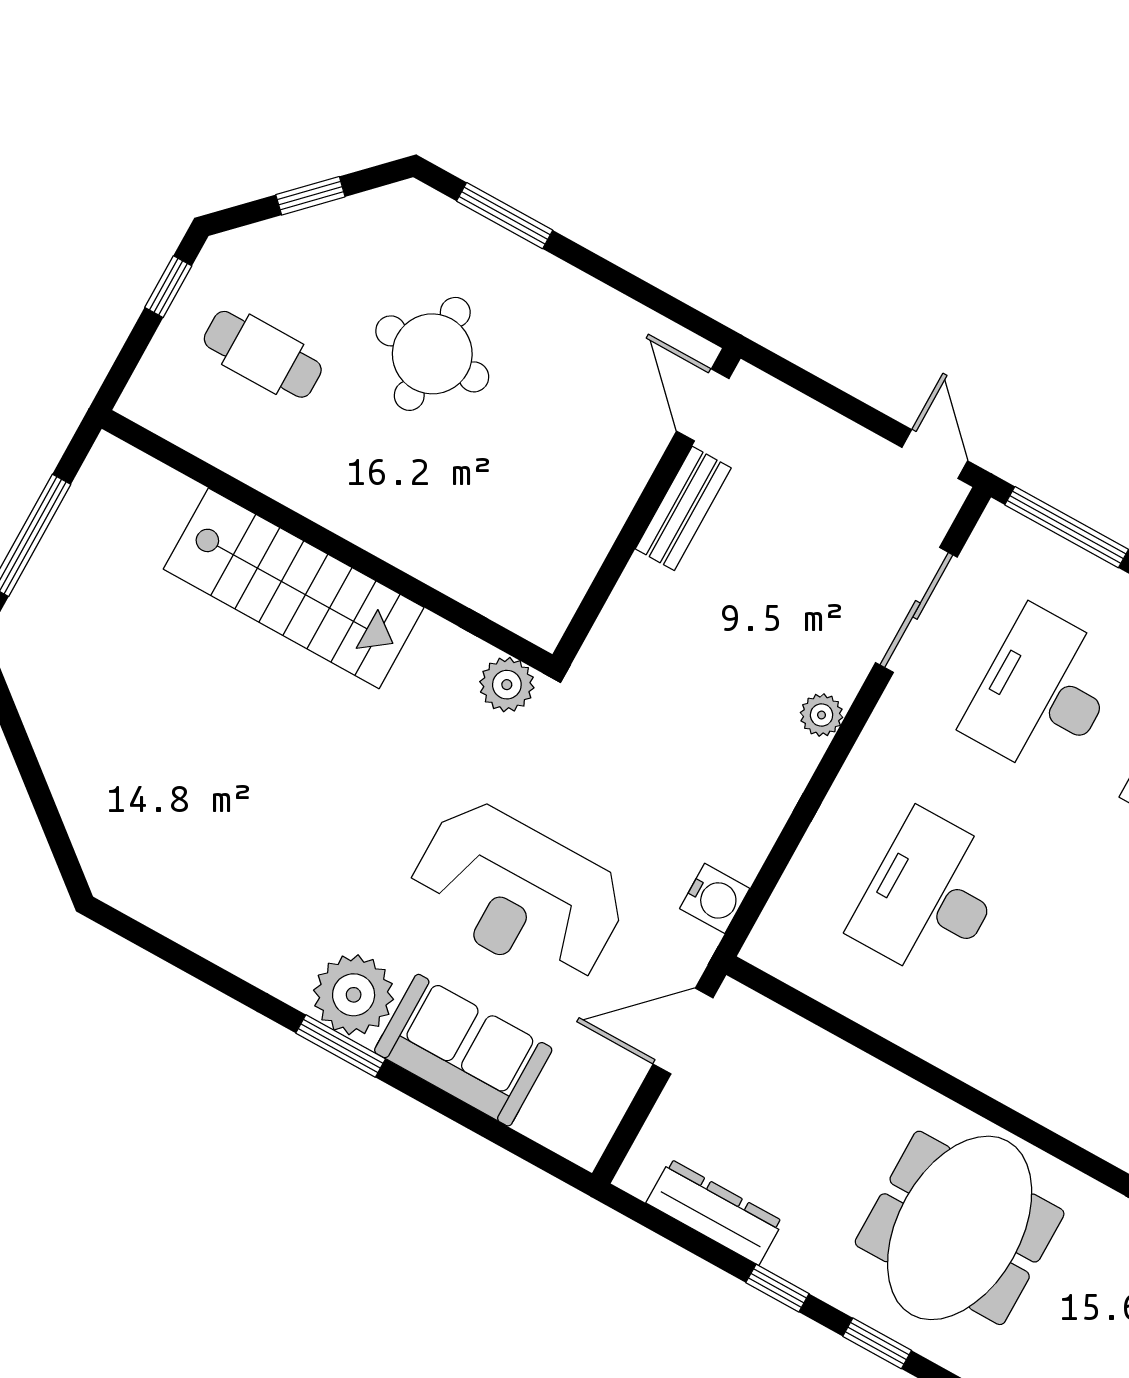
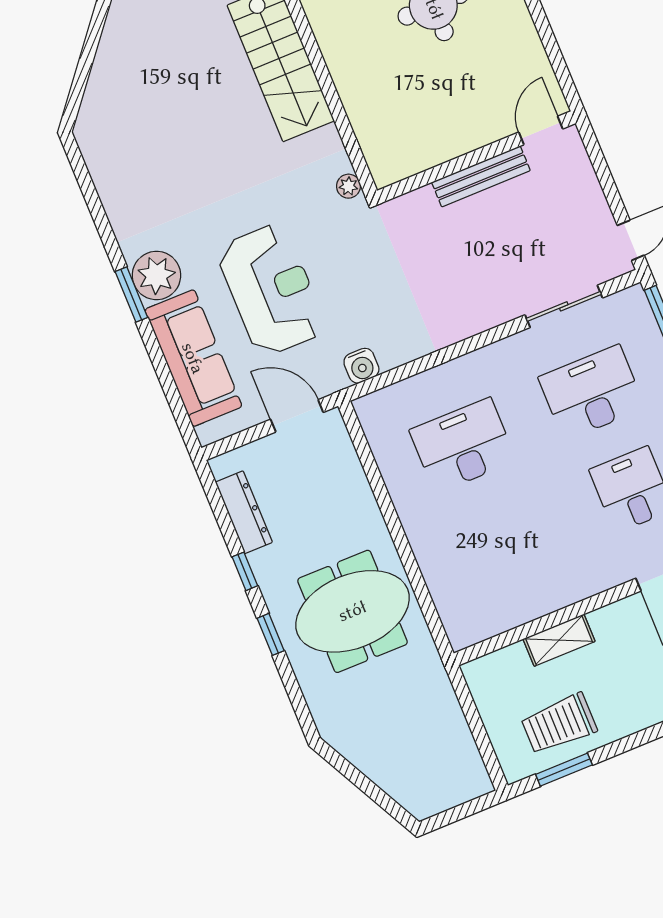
bench: (683, 508) -> (481, 176), width x1.36
plant: (507, 685) -> (348, 186), width x0.73, depth x0.73
plant: (822, 715) -> (480, 320), removed
reception desk: (518, 894) -> (271, 290), turned 180
sofa: (463, 1050) -> (193, 358), width x1.36

